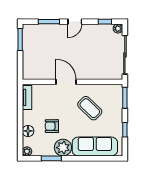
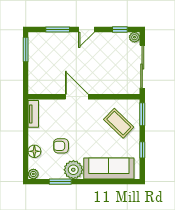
coffee table: (90, 108) -> (119, 123), moved

